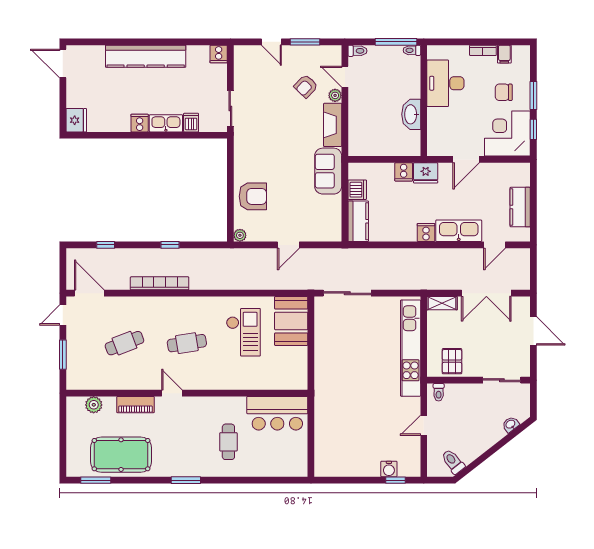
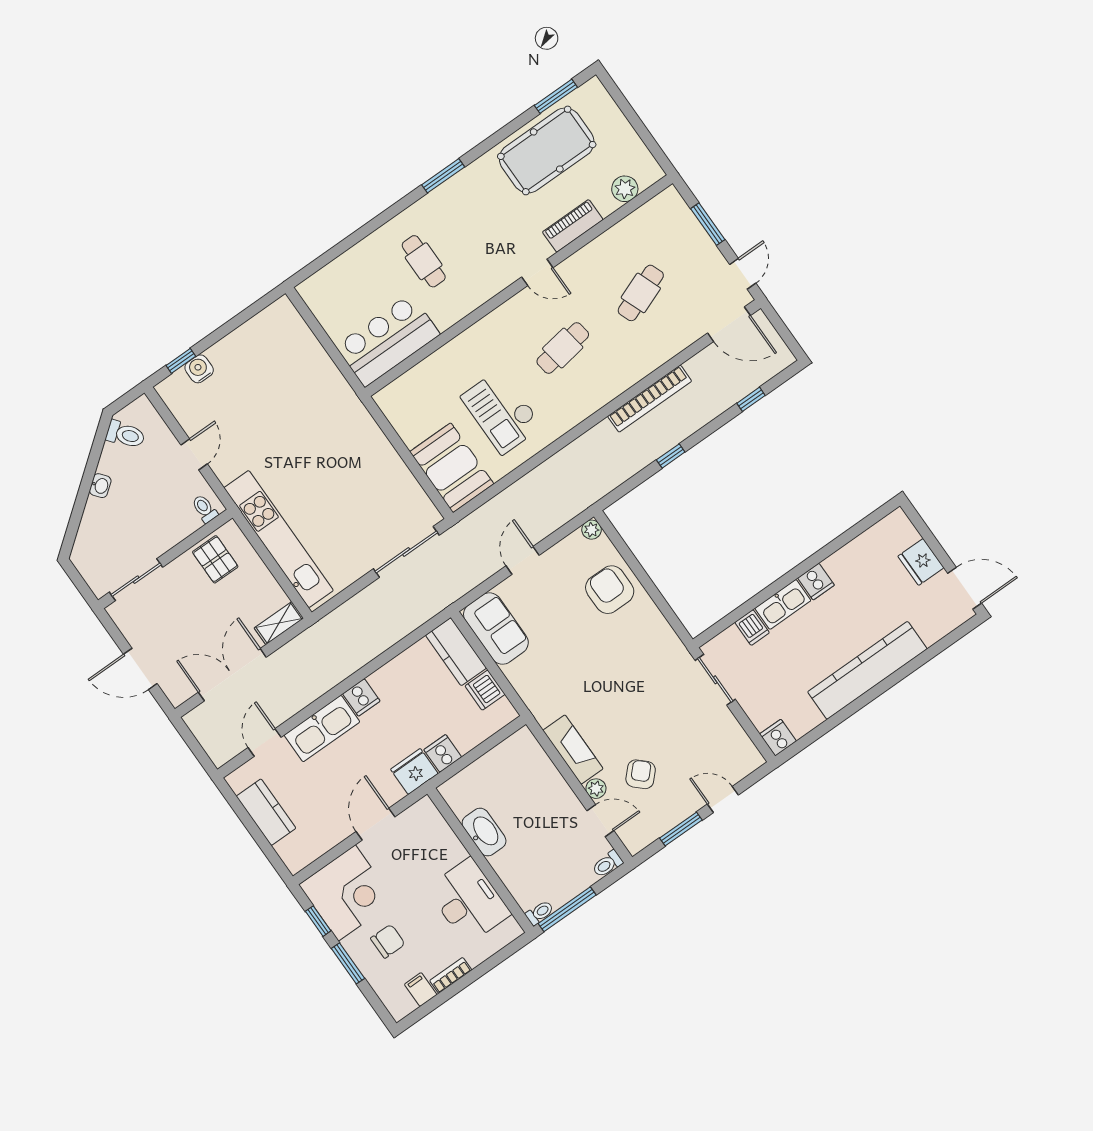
fridge: (76, 120) -> (921, 562), moved
sofa: (328, 171) -> (496, 629), moved
armchair: (253, 196) -> (610, 590), turned 90
washbasin: (511, 424) -> (100, 486), moved

